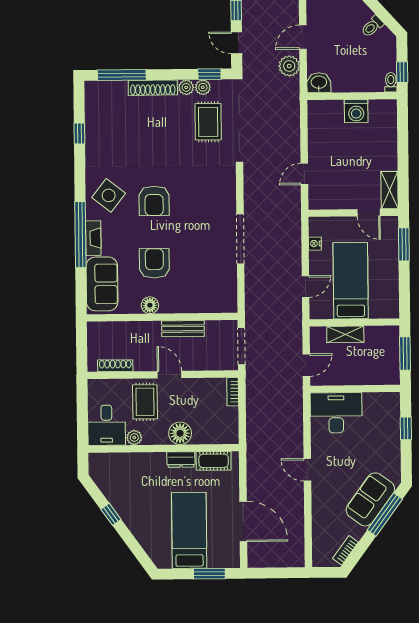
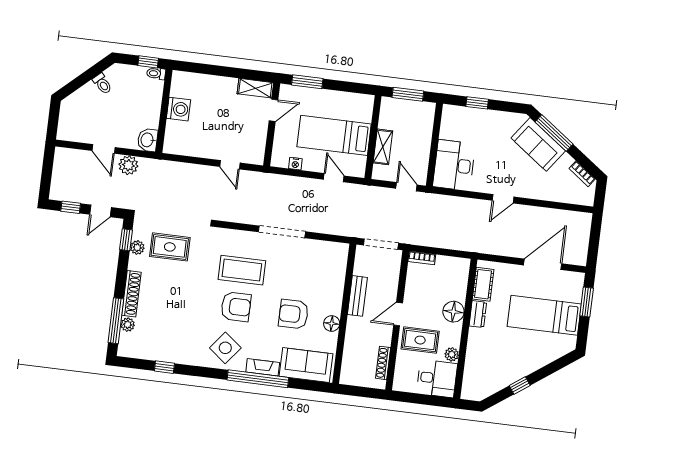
plant: (186, 87) -> (128, 325), moved
coffee table: (194, 202) -> (242, 270), added

